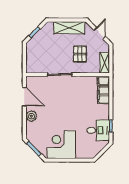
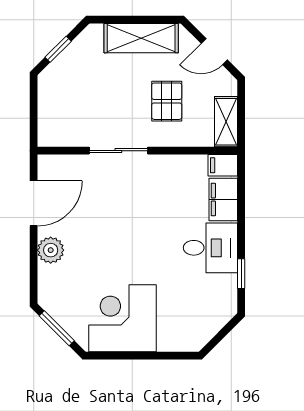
door: (100, 33) -> (214, 52), swing flipped
door: (24, 97) -> (34, 203), hinge flipped
desk: (98, 130) -> (210, 248), moved

